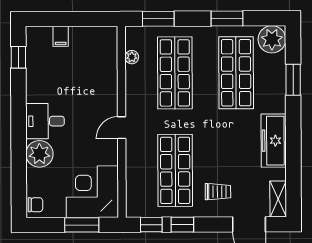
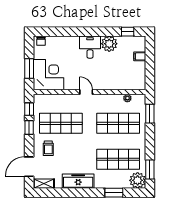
window: (227, 18) -> (150, 170), moved
plant: (39, 154) -> (109, 44), moved

